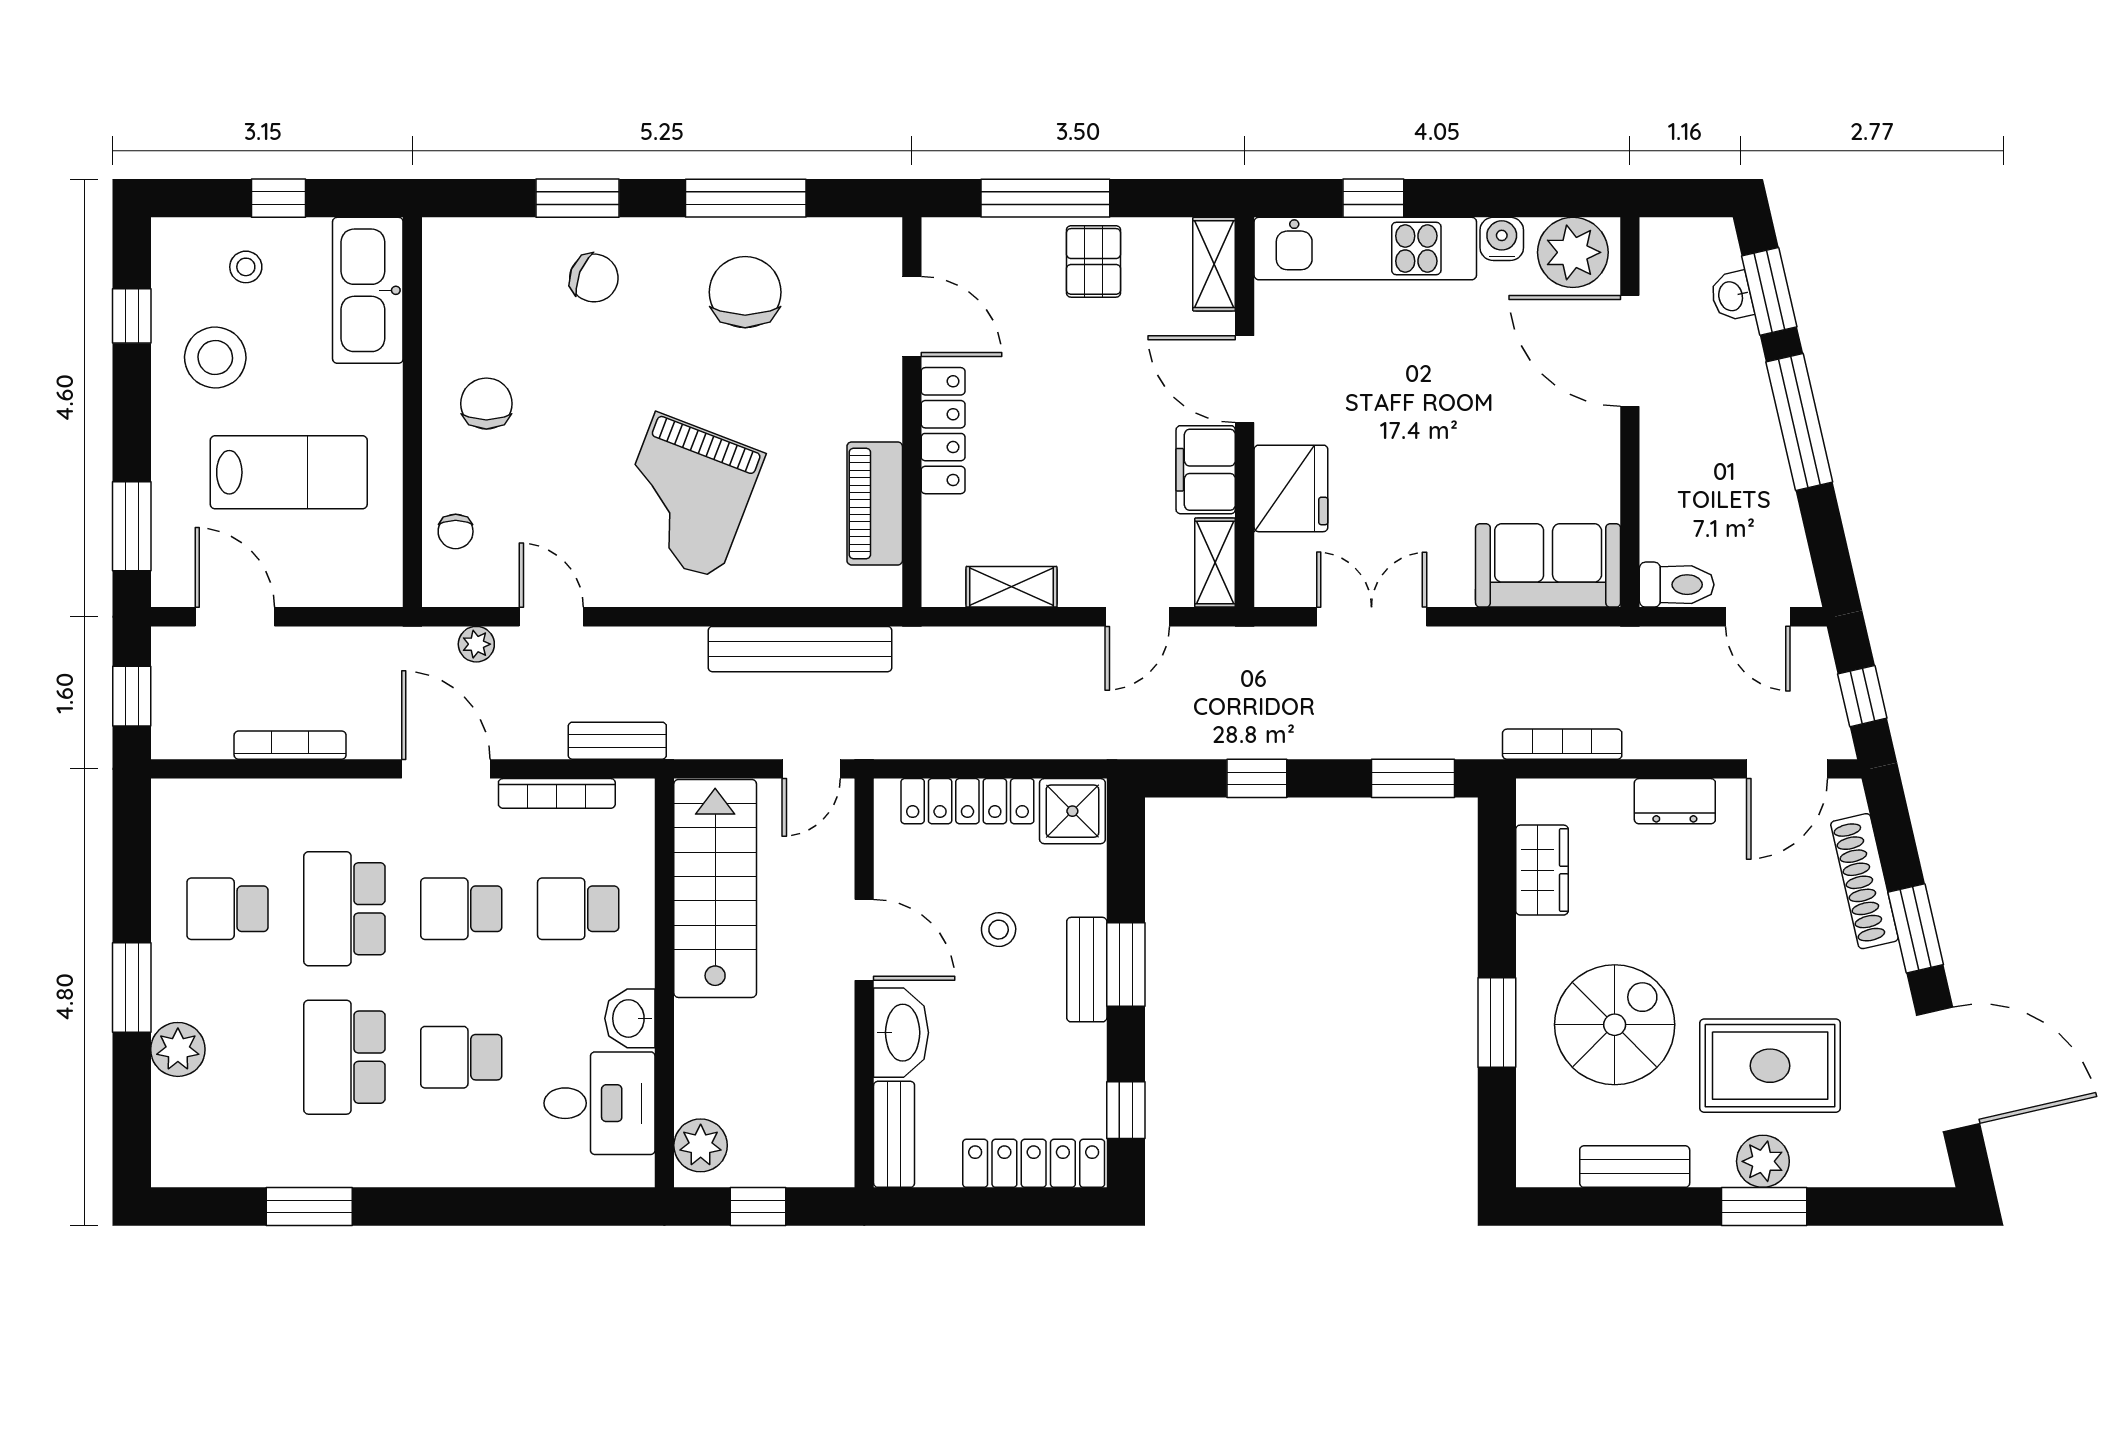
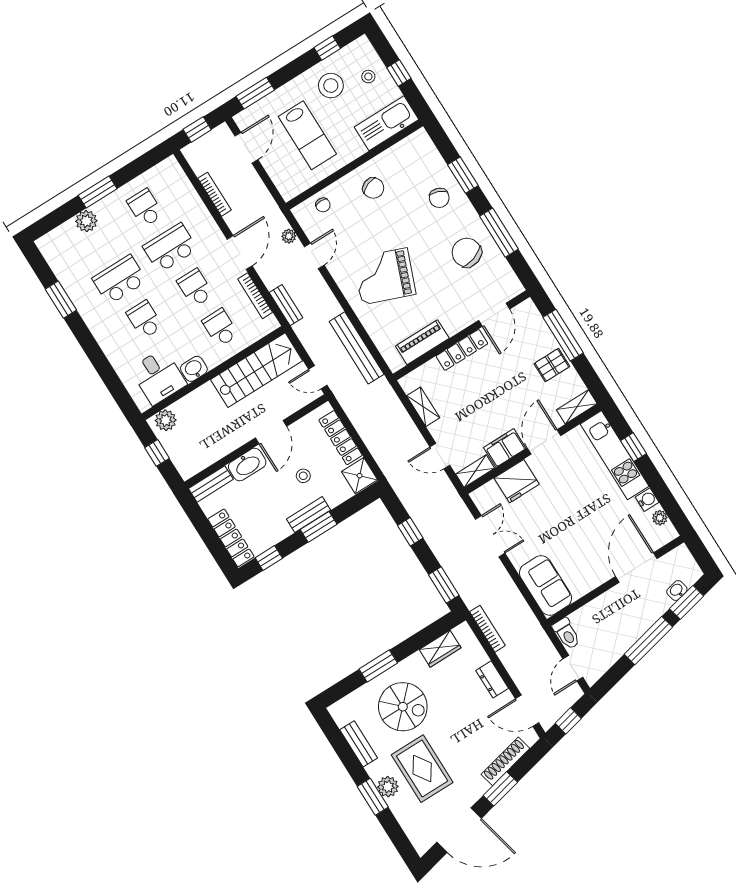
plant: (1573, 252) -> (660, 518), width x0.53, depth x0.53
chair: (745, 292) -> (467, 253), turned -108
chair: (486, 404) -> (373, 188), turned 68
chair: (456, 531) -> (323, 205), turned -90
door: (1948, 1069) -> (459, 830), hinge flipped

